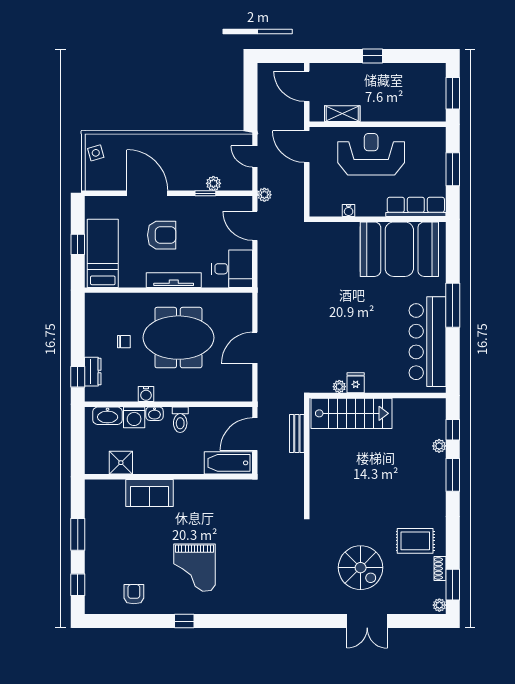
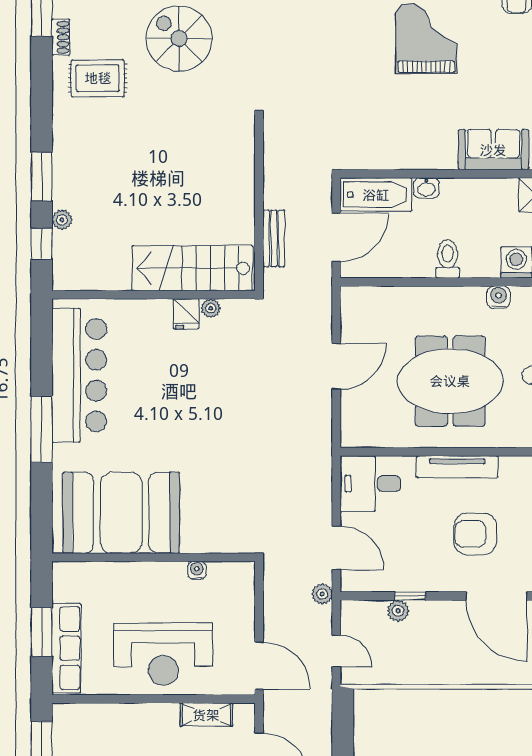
row of seats: (416, 207) -> (66, 648), moved, turned -90
washbasin: (154, 414) -> (426, 188), moved, turned 180

